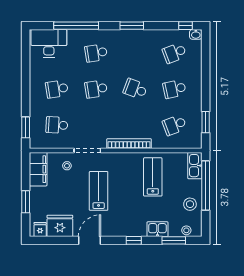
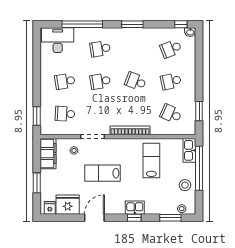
school desk: (175, 125) -> (171, 114), turned 45
lab bench: (99, 191) -> (103, 173), turned -90
kitchen sink: (157, 229) -> (135, 208), moved

